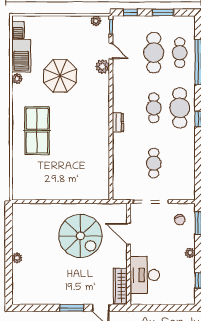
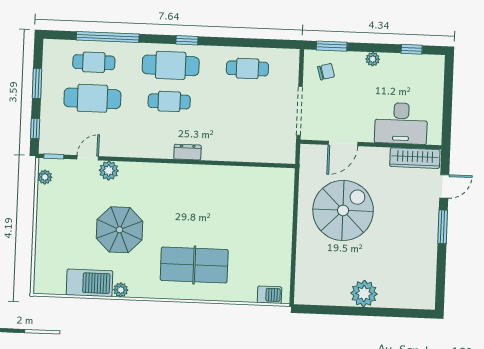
barbecue: (18, 30) -> (269, 295), moved
cafe table: (154, 163) -> (247, 68), moved
plant: (17, 258) -> (364, 294), width x1.88, depth x1.88

